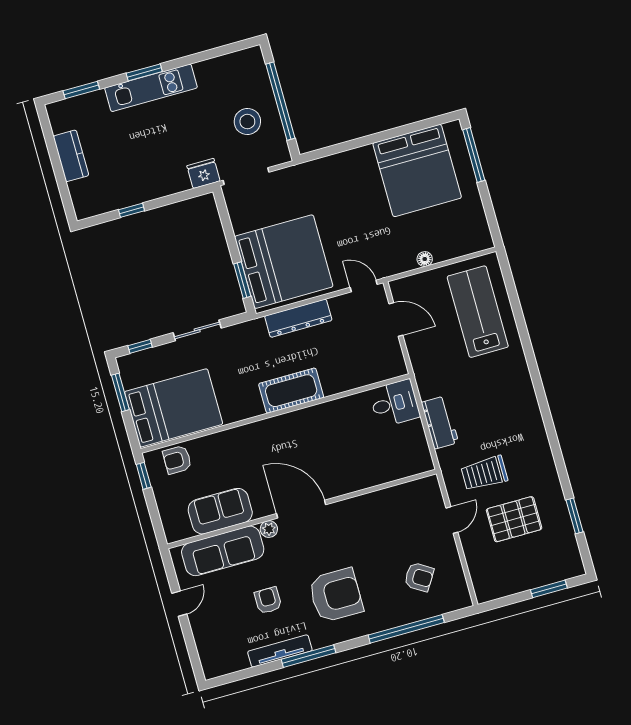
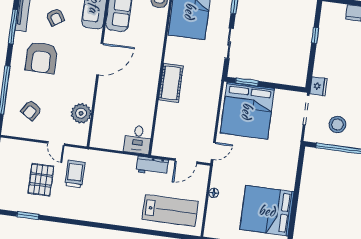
dresser: (298, 318) -> (211, 105), removed
workbench: (440, 422) -> (152, 166), moved
plant: (269, 529) -> (81, 113), moved, width x1.88, depth x1.88
armchair: (268, 600) -> (55, 17), turned 56

